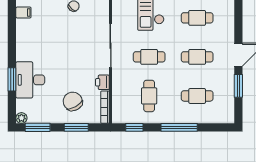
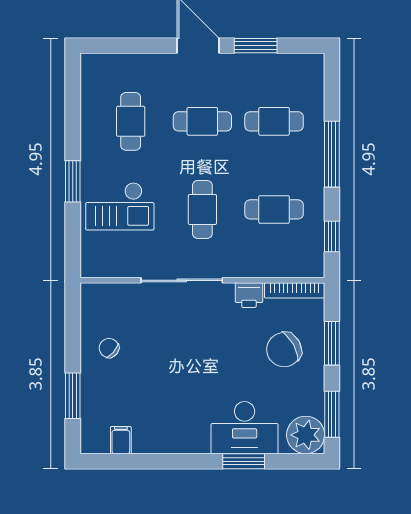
cafe table: (197, 57) -> (202, 121), turned 90
cafe table: (197, 96) -> (274, 121), turned 90
plant: (21, 118) -> (306, 435), width x1.88, depth x1.88

